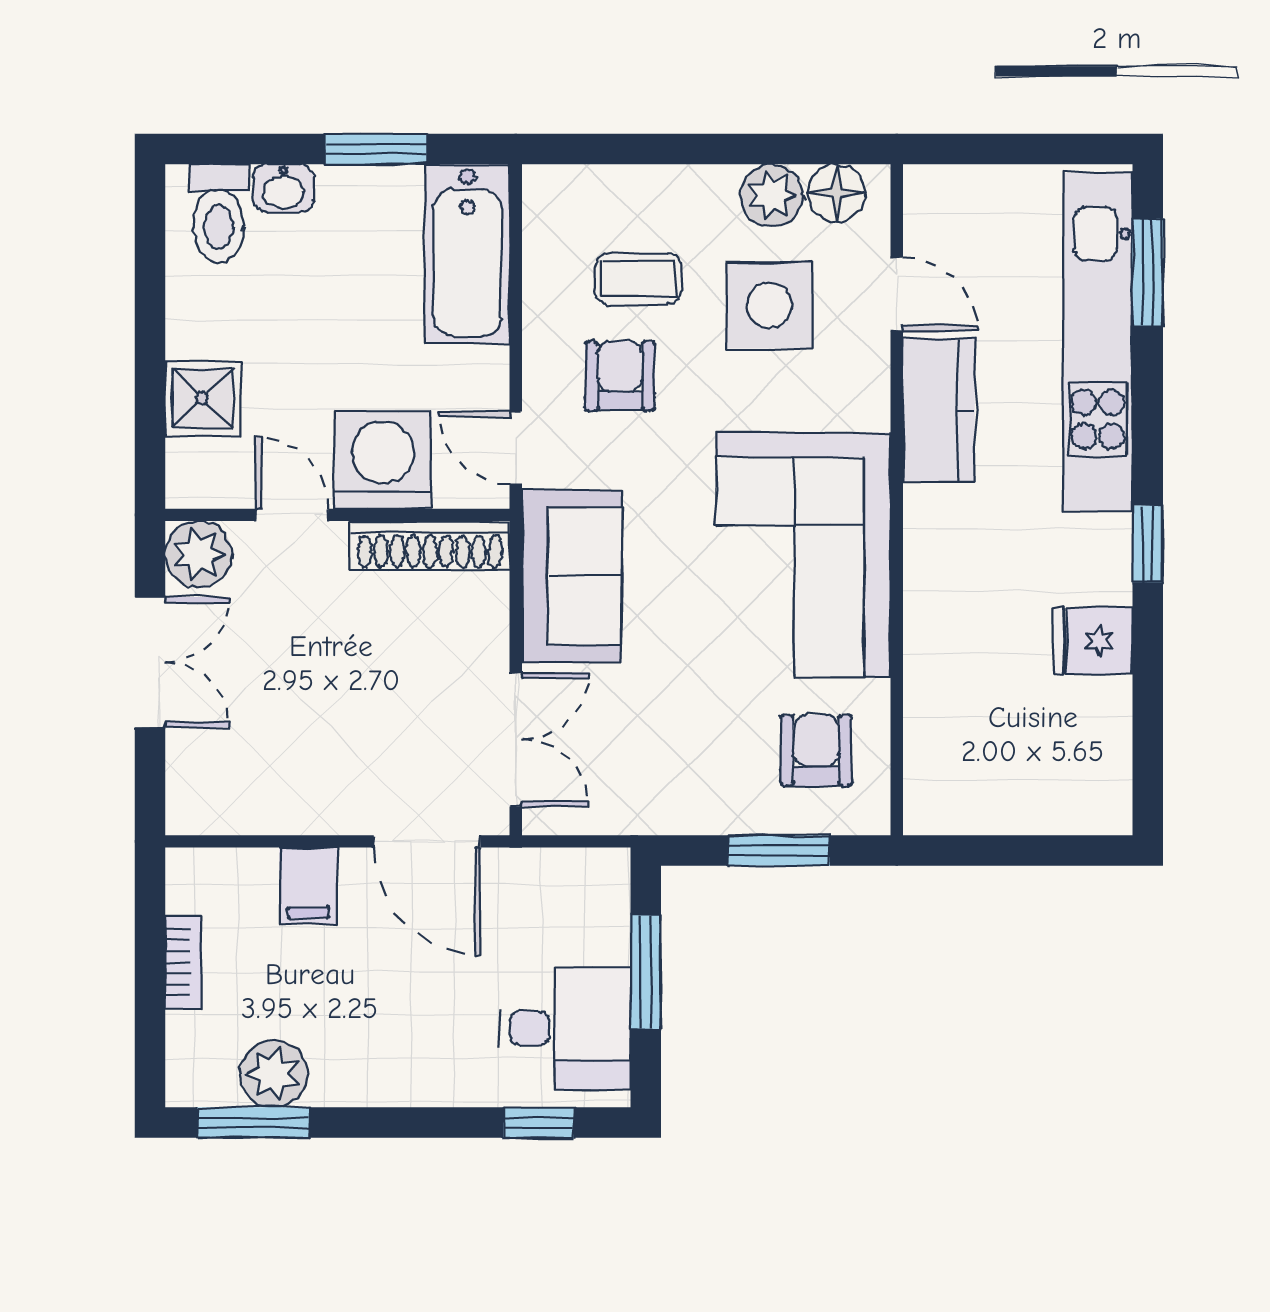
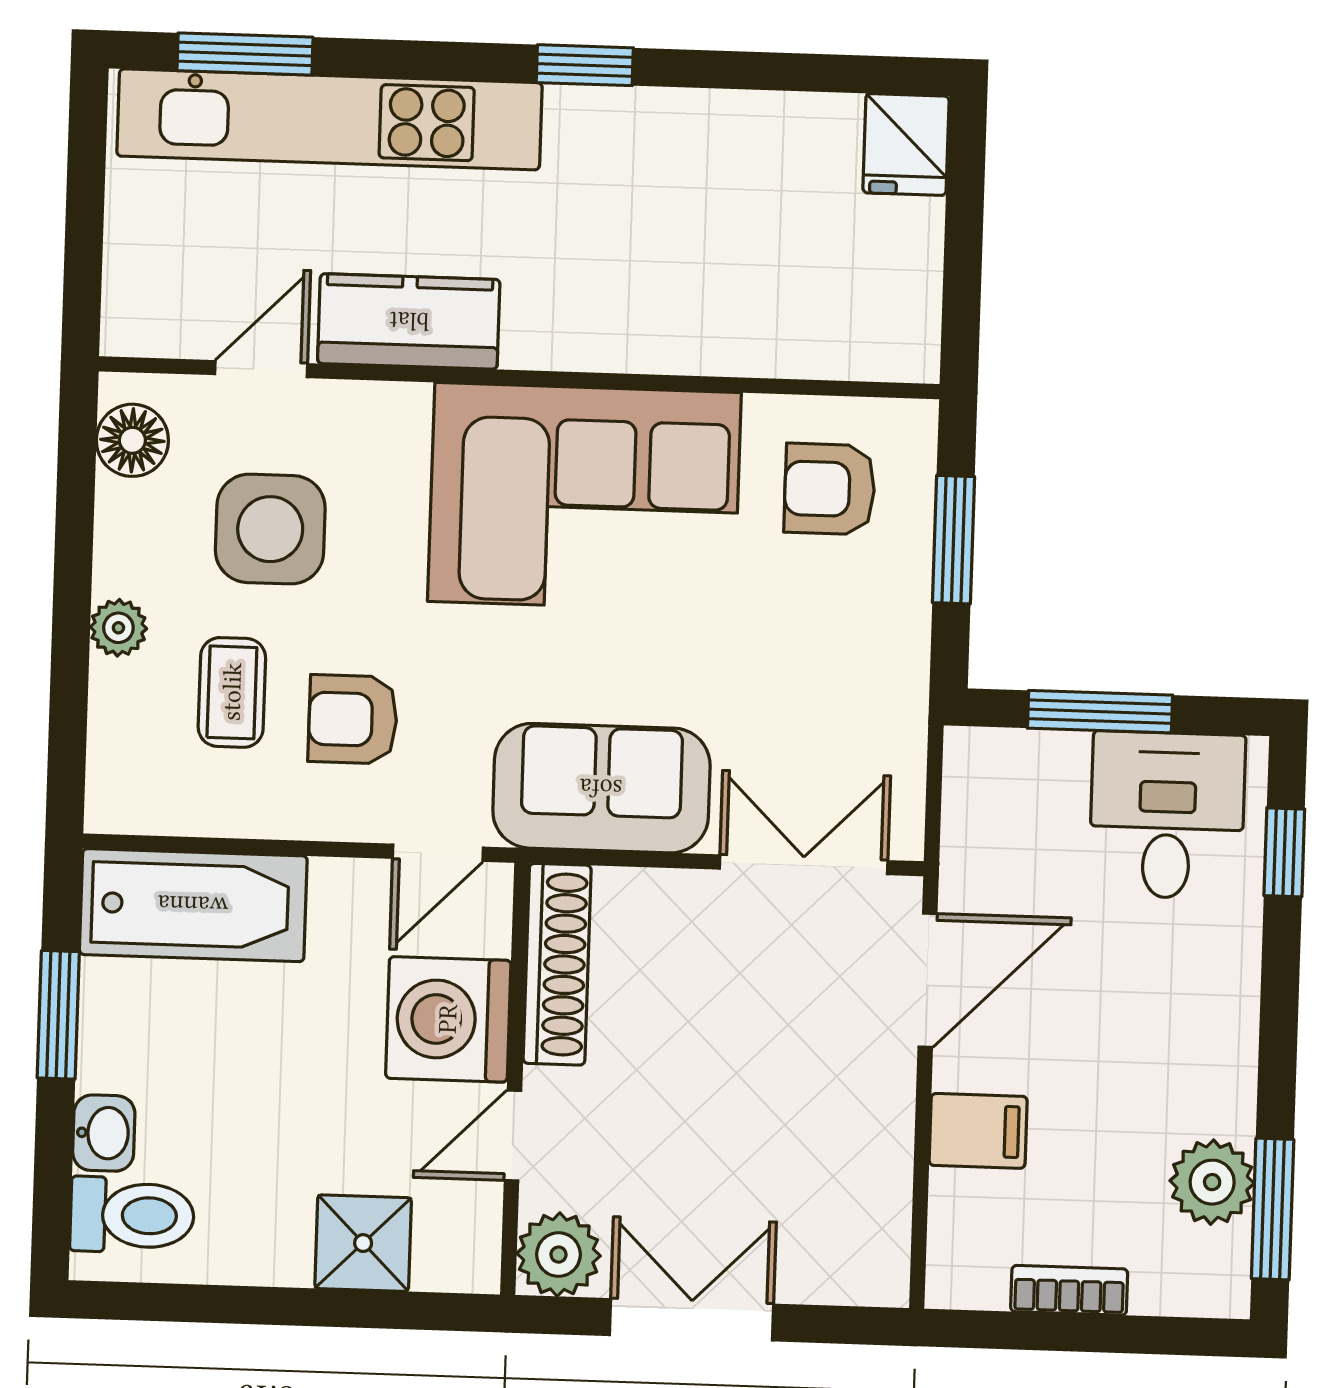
plant: (772, 195) -> (118, 628), moved, width x0.73, depth x0.73
fridge: (1093, 641) -> (906, 144), moved

